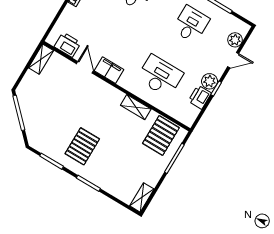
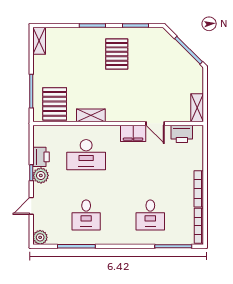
plant: (235, 40) -> (40, 237), moved

